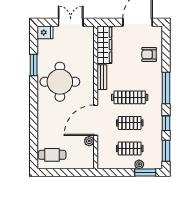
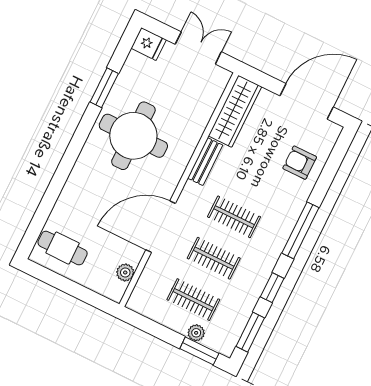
clothes rail: (130, 97) -> (234, 217), width x0.73
plant: (89, 141) -> (125, 273), moved

